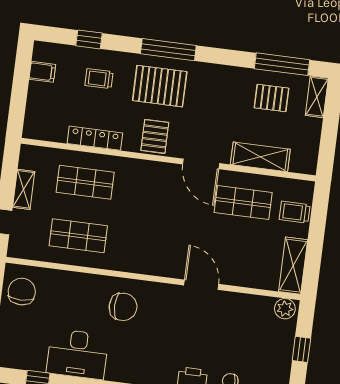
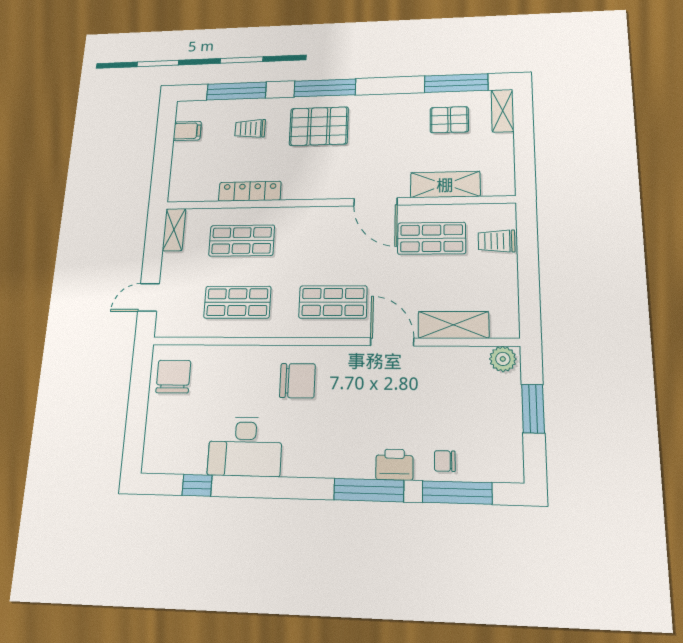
window: (89, 39) -> (236, 91), width x2.17
pallet: (155, 136) -> (318, 180), removed
shelving: (24, 189) -> (174, 230), moved
shop shelf: (157, 246) -> (333, 302), added
shelving: (293, 266) -> (453, 325), moved, turned 90
window: (301, 349) -> (533, 409), width x1.50

